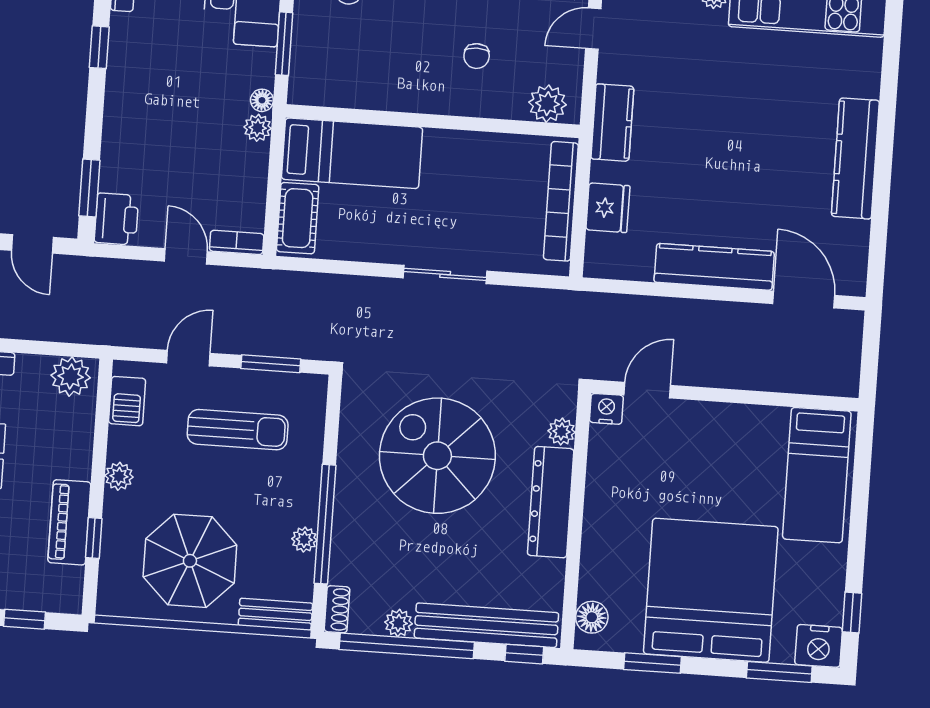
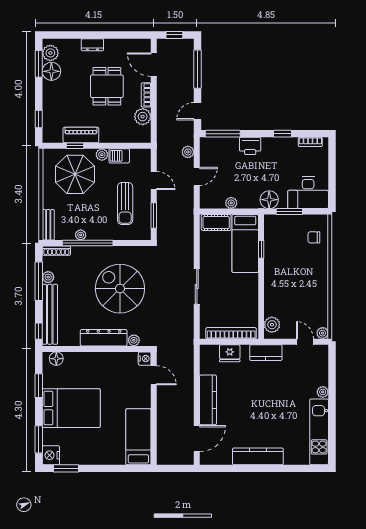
chair: (477, 56) -> (290, 293), removed
floor lamp: (262, 100) -> (269, 200), width x1.89, depth x1.89
window: (368, 117) -> (261, 249), added
plant: (258, 128) -> (231, 203), moved
window: (89, 188) -> (223, 134), width x1.44
printer: (116, 219) -> (250, 146), moved
bookcase: (237, 242) -> (204, 197), removed
plant: (127, 273) -> (188, 152), added
plant: (71, 376) -> (143, 117), moved
barbecue: (127, 401) -> (119, 156), moved
spiral stairs: (437, 456) -> (120, 289), turned -90
bed: (817, 475) -> (138, 437), moved, turned 90
parasol: (190, 561) -> (75, 174), moved
bed: (711, 590) -> (71, 408), width x0.73
shoe rack: (337, 609) -> (56, 251), width x1.43
window: (852, 613) -> (66, 468), width x1.50
window: (407, 646) -> (39, 281), width x0.68

